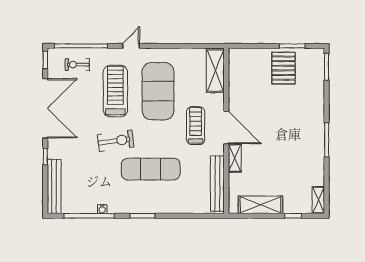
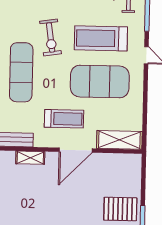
treadmill: (115, 91) -> (101, 38), turned 180
door: (226, 128) -> (76, 150), moved

